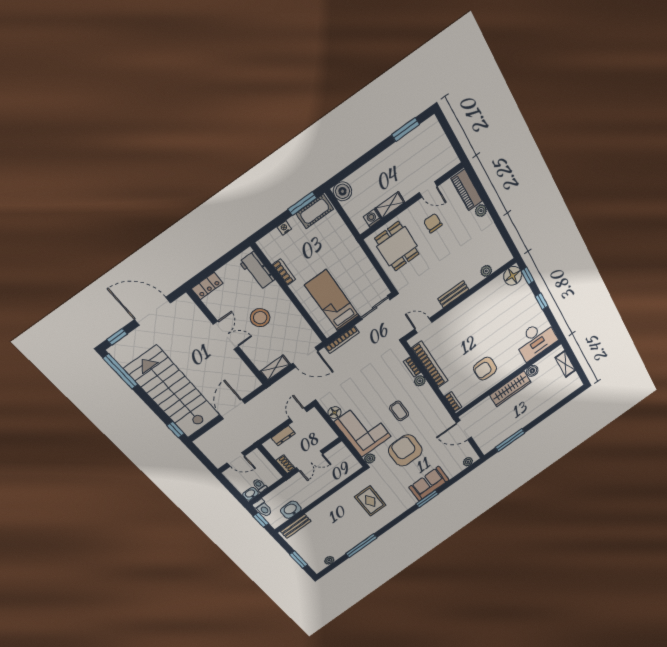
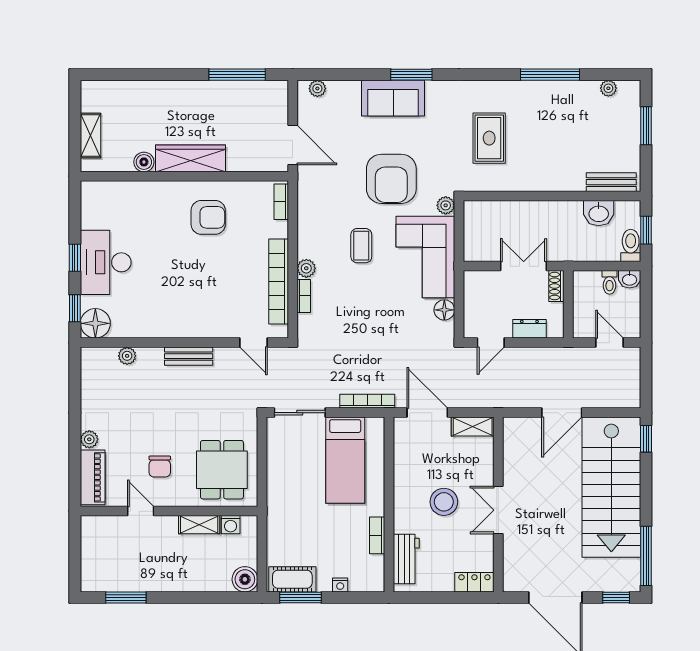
desk: (536, 340) -> (106, 262), moved, turned -90

